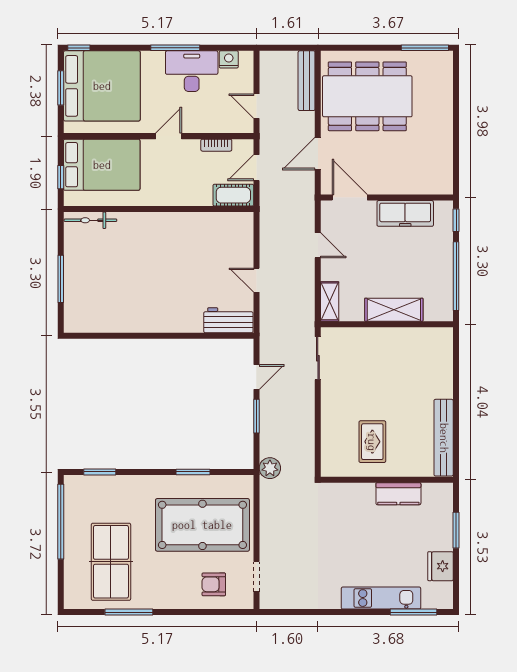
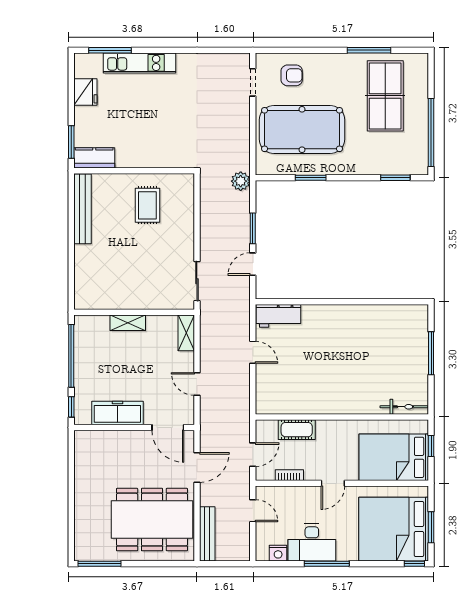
cot: (233, 195) -> (297, 430), moved
shelving: (394, 310) -> (128, 323), width x0.67, depth x0.75
kitchen counter: (398, 494) -> (94, 158), moved
window: (456, 530) -> (71, 142), moved

